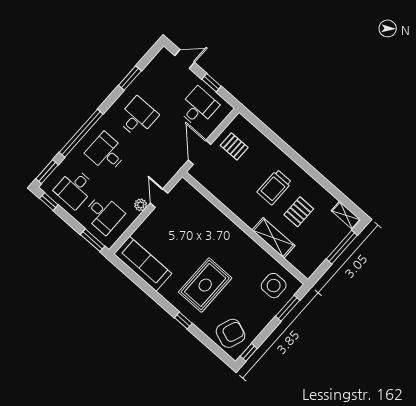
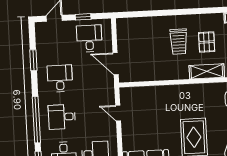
pallet: (234, 146) -> (132, 41), removed
plant: (141, 205) -> (111, 128), removed

